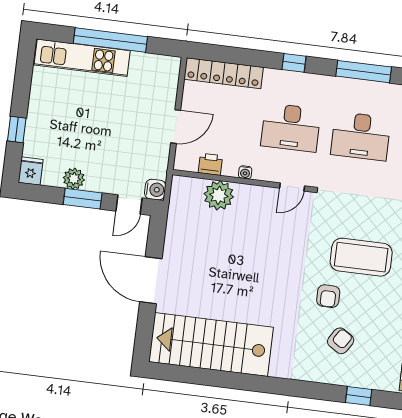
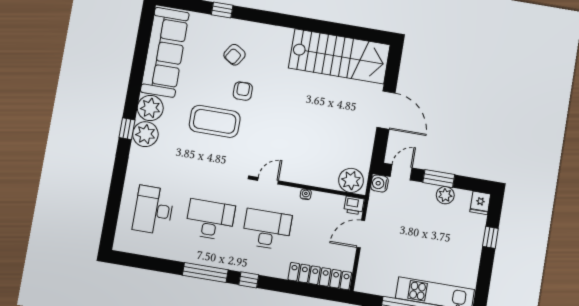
window: (294, 63) -> (249, 280), moved
printer: (210, 164) -> (354, 206), moved
plant: (219, 195) -> (351, 180), moved

